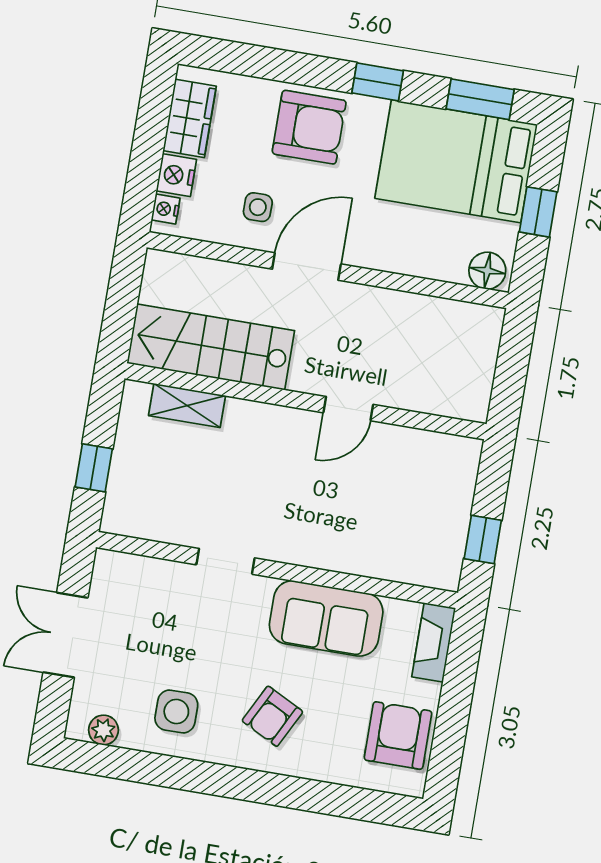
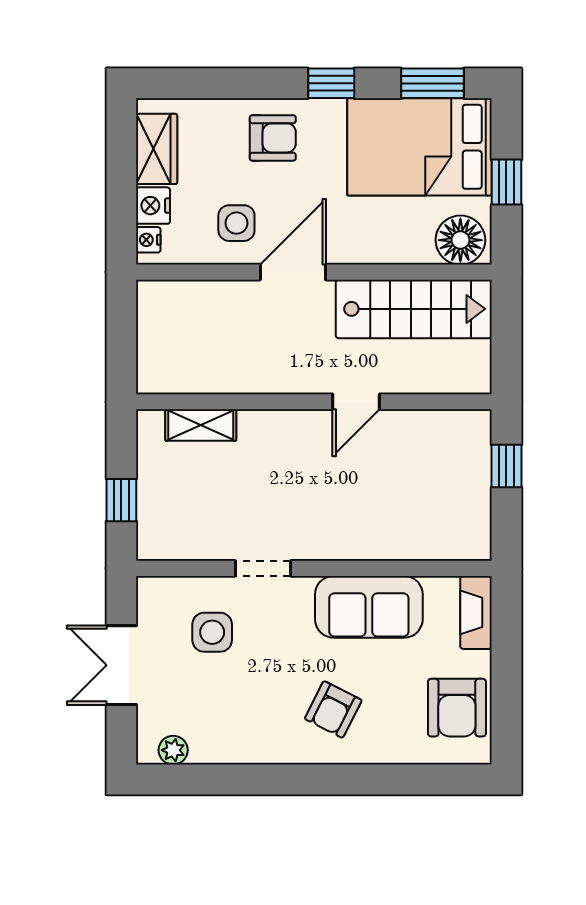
armchair: (309, 127) -> (273, 138), width x0.72, depth x0.72
side table: (258, 207) -> (236, 223), width x1.37, depth x1.37
floor lamp: (487, 271) -> (460, 240), width x1.38, depth x1.38
stairs: (211, 347) -> (414, 309), moved, turned 180
window: (483, 539) -> (506, 466), moved
side table: (176, 711) -> (212, 632), moved
armchair: (398, 736) -> (457, 708), turned 180

